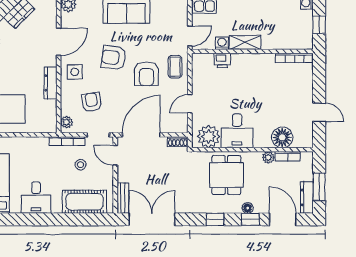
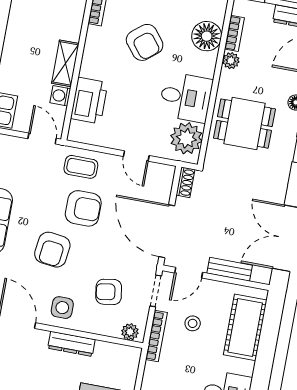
printer: (222, 60) -> (89, 101), width x1.87, depth x1.48
armchair: (270, 95) -> (145, 42), added
bench: (123, 198) -> (230, 269), moved

